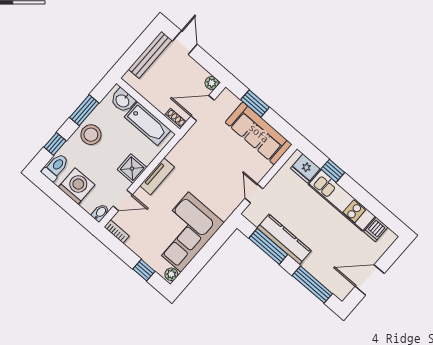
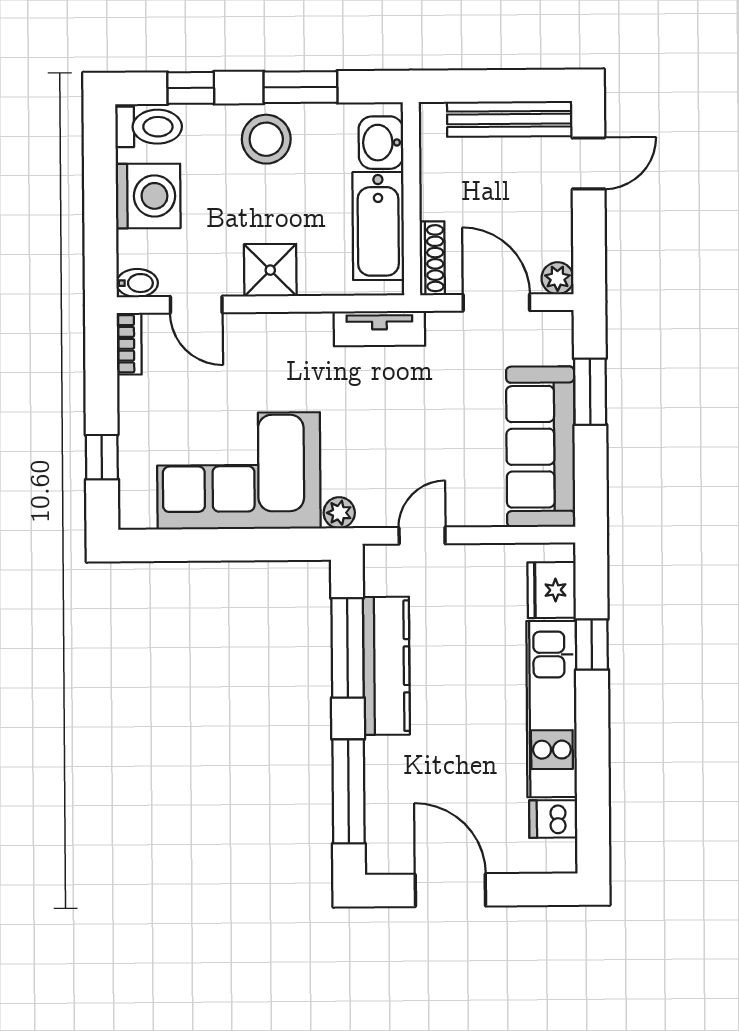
shoe rack: (175, 119) -> (432, 258), width x1.43
tv unit: (157, 176) -> (379, 329), moved
plant: (171, 274) -> (339, 513), moved

